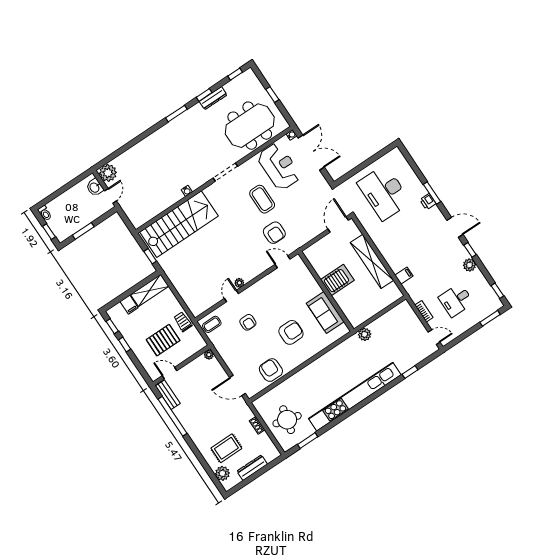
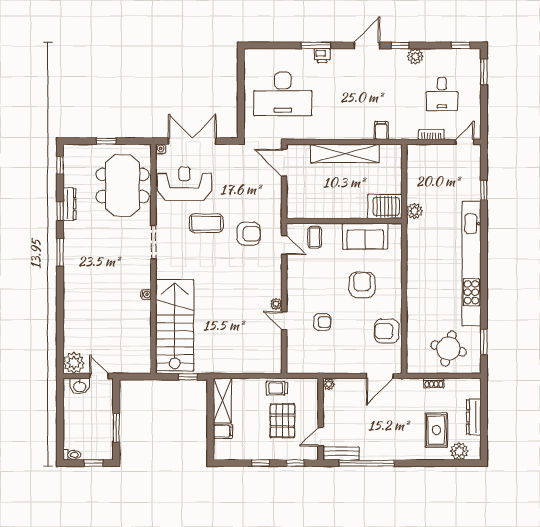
door: (283, 262) -> (284, 245), swing flipped
server rack: (337, 280) -> (385, 206), moved, turned -90
coffee table: (212, 324) -> (315, 237), moved
window: (112, 326) -> (295, 463), moved

